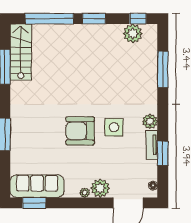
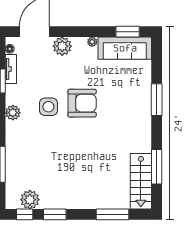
window: (49, 19) -> (112, 214), width x0.68
window: (94, 19) -> (55, 214), moved
tv unit: (152, 145) -> (11, 69), moved
plant: (85, 193) -> (92, 42), moved

